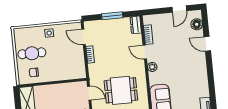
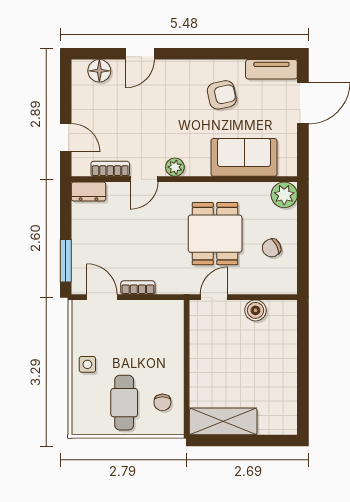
door: (179, 9) -> (66, 138), moved
window: (112, 16) -> (66, 261), moved
door: (84, 37) -> (102, 297), swing flipped
armchair: (191, 87) -> (222, 95), added

